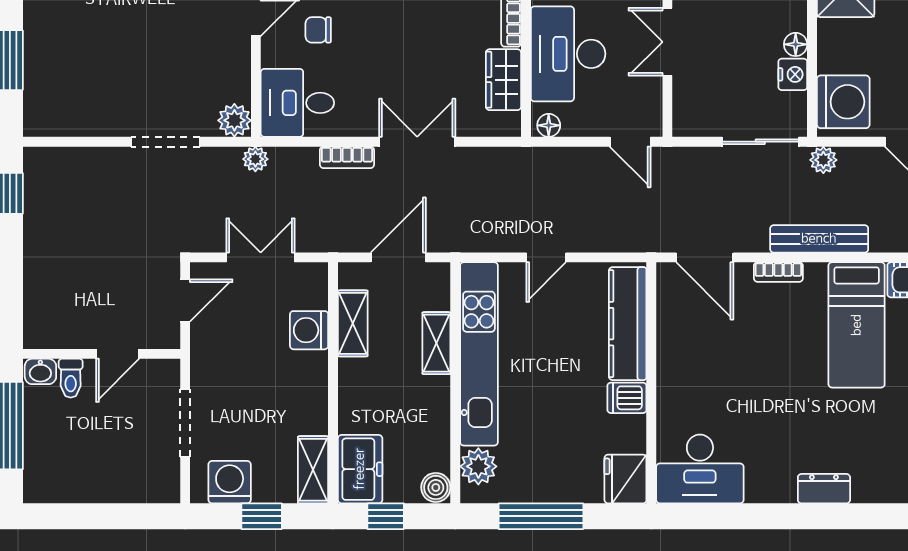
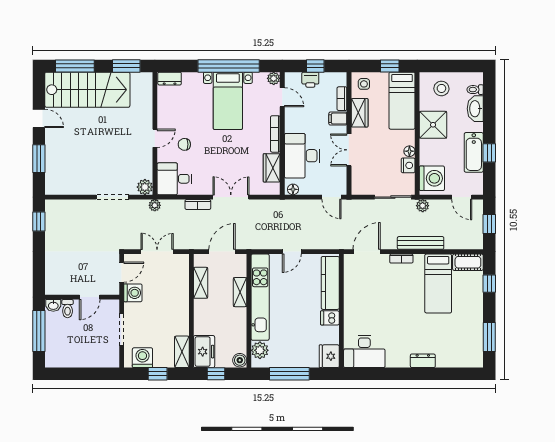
door: (705, 257) -> (367, 252), swing flipped
washing machine: (309, 330) -> (133, 293), moved, turned 180

